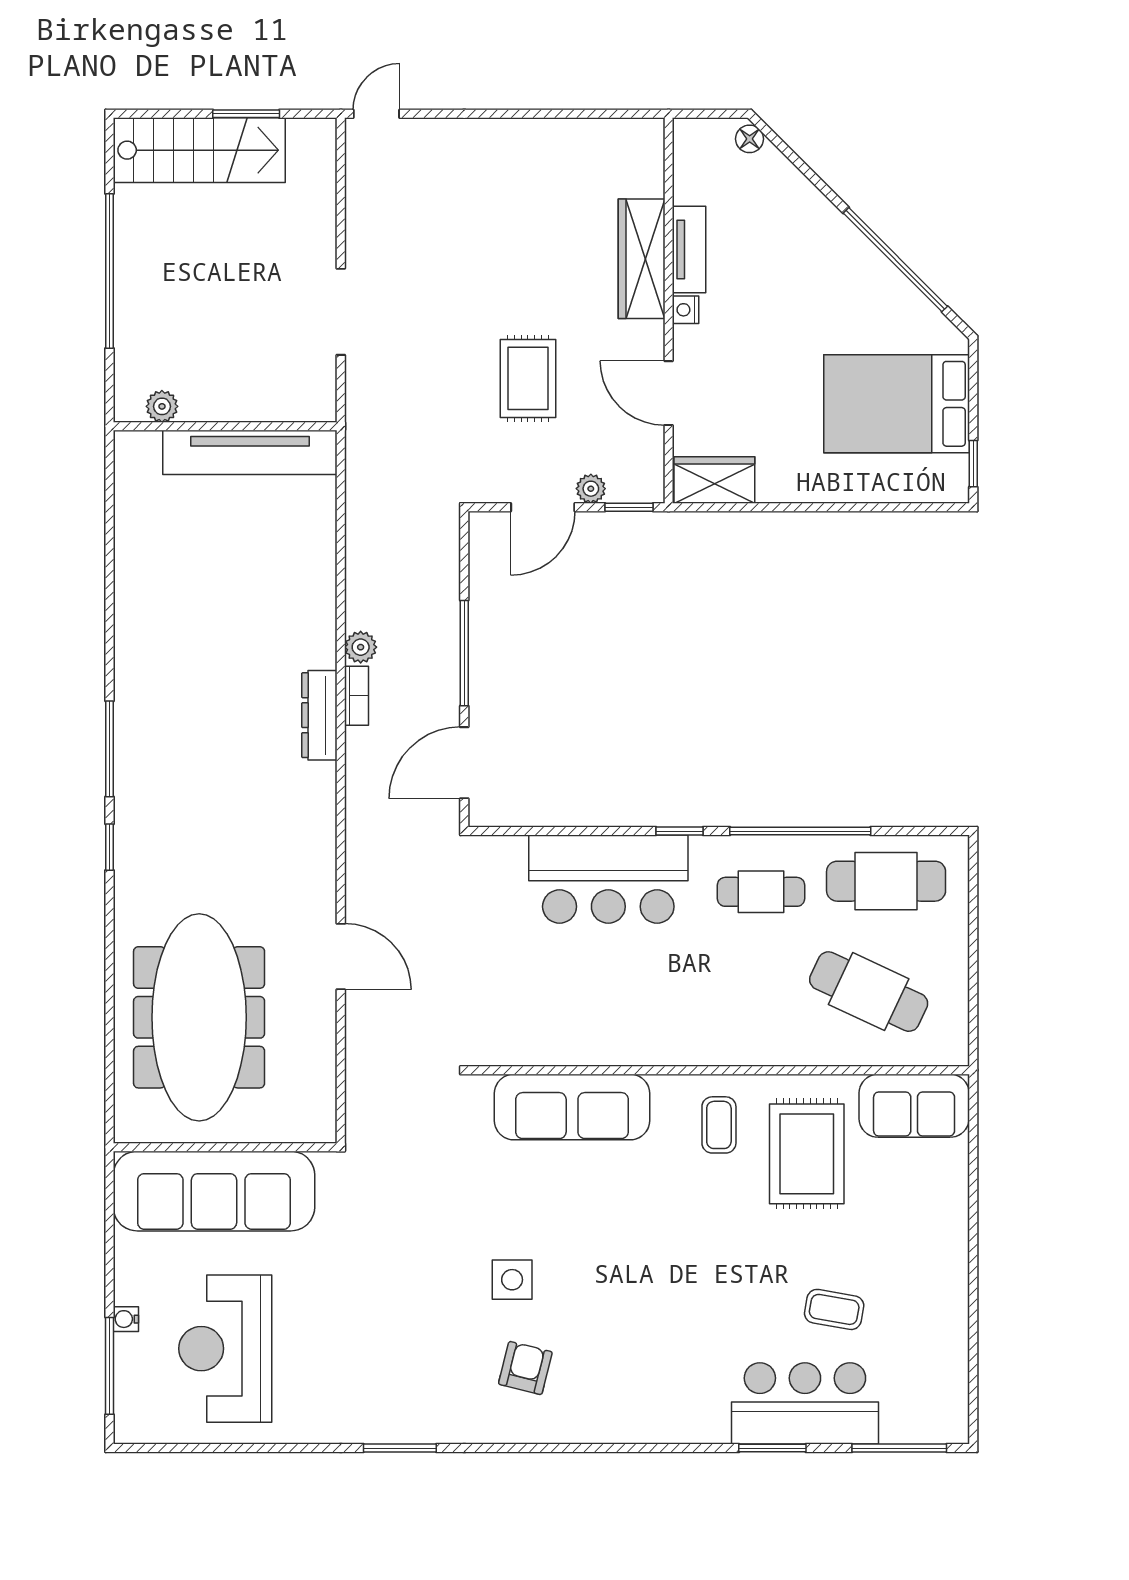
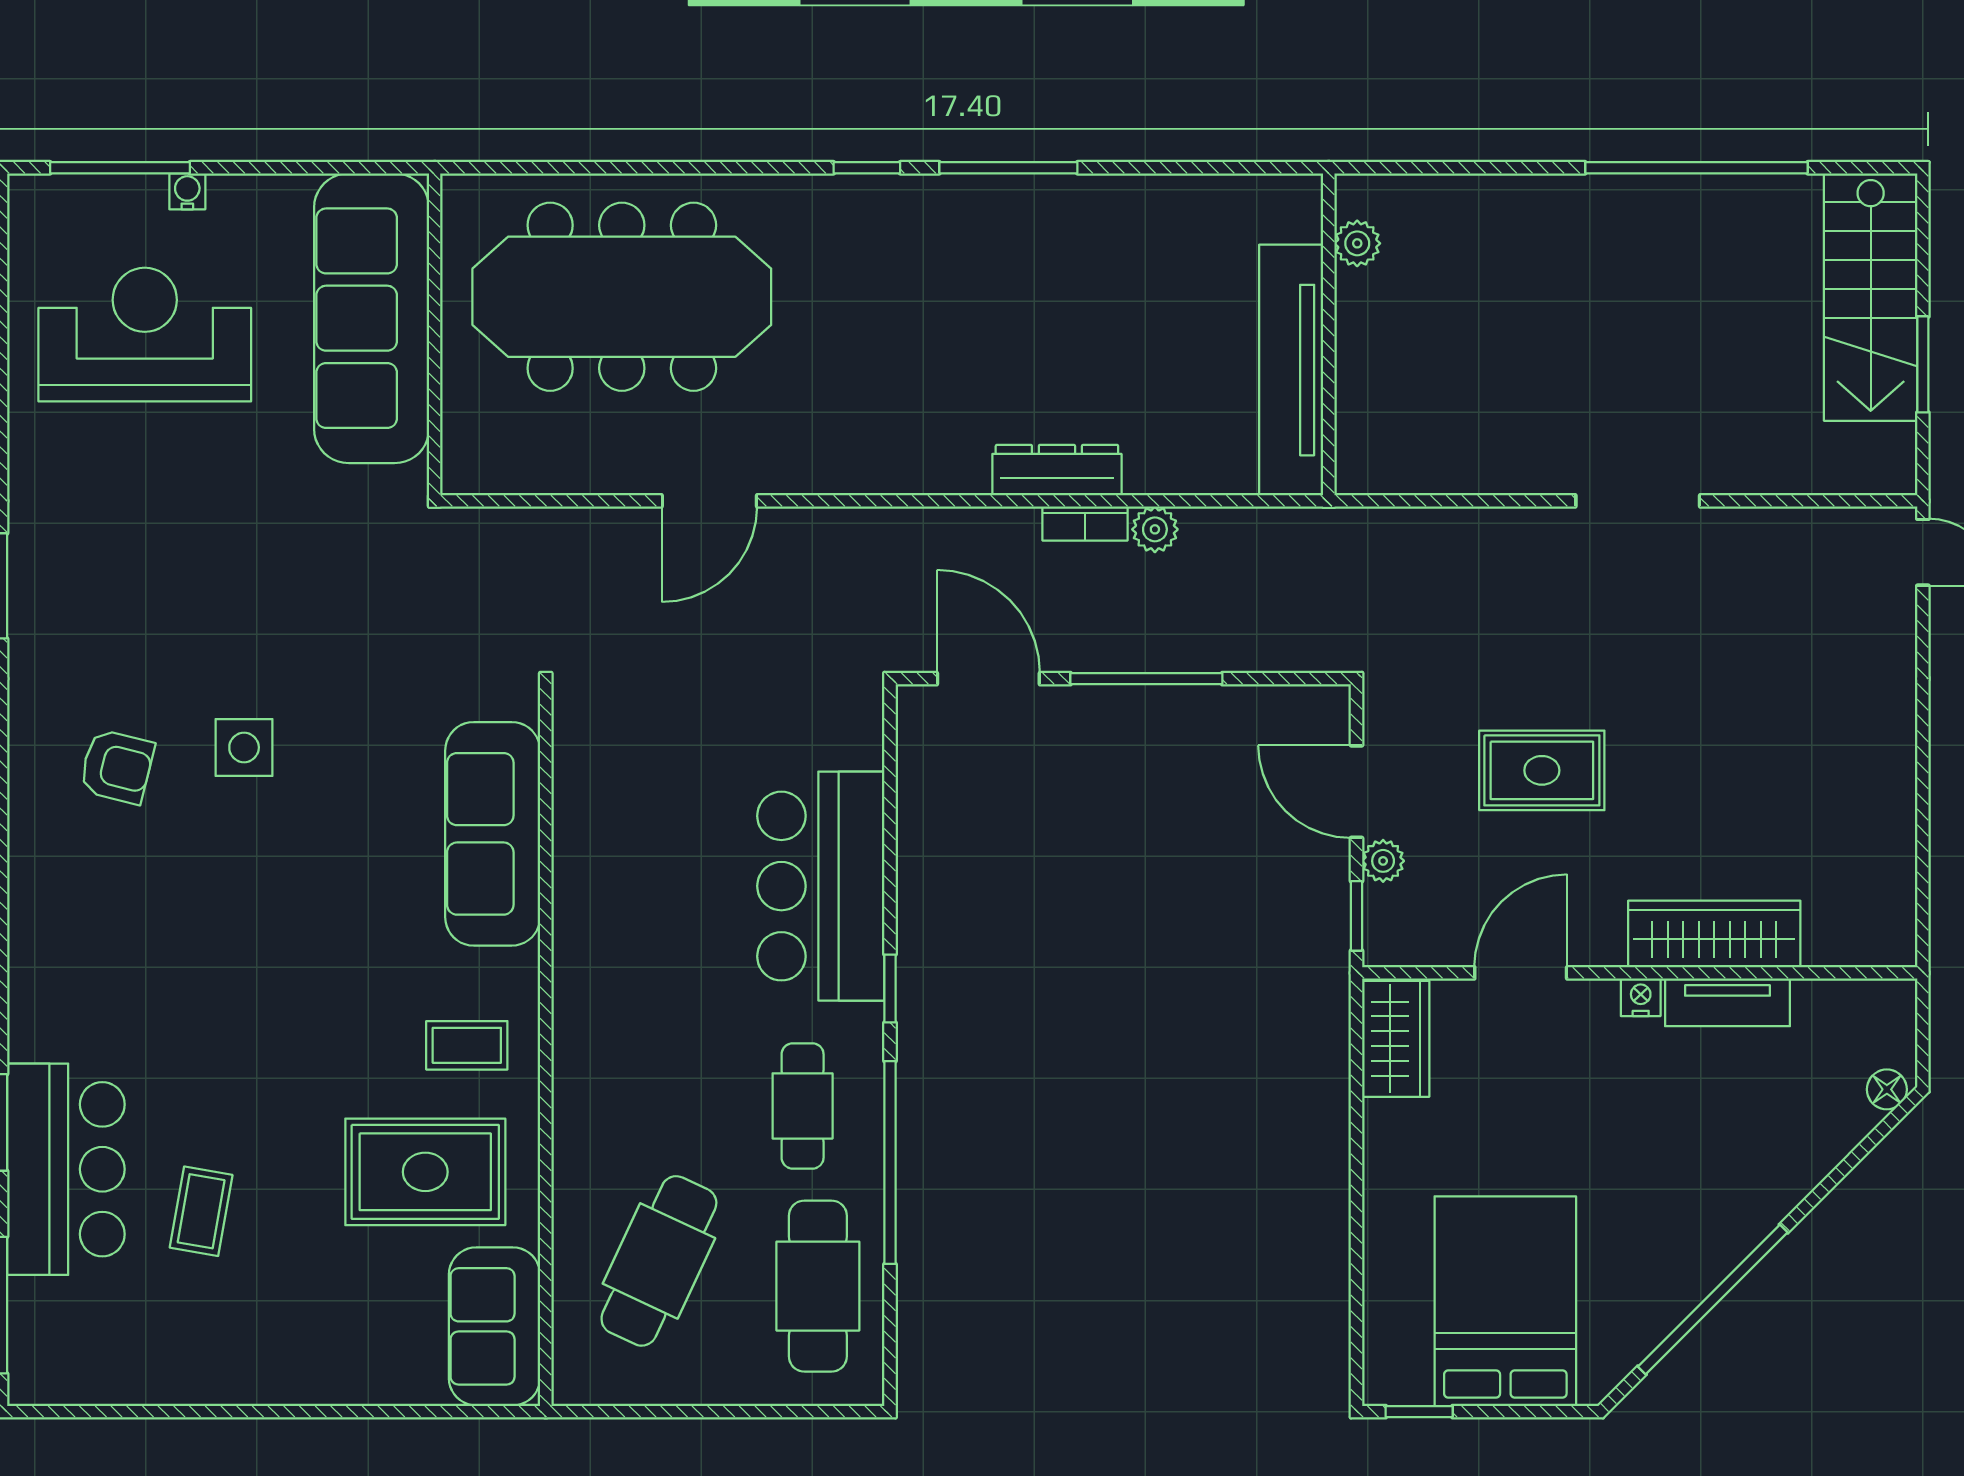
plant: (162, 406) -> (1357, 243), moved
wall: (225, 426) -> (1329, 334), moved
tv unit: (250, 452) -> (1291, 370), moved

